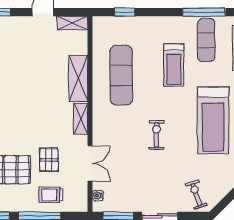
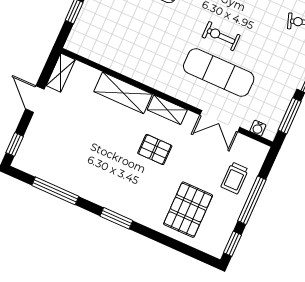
exercise mat: (121, 75) -> (219, 72), moved
pallet: (49, 160) -> (155, 150), moved
double door: (90, 163) -> (220, 121), swing flipped

